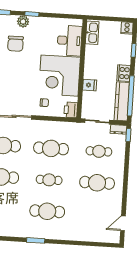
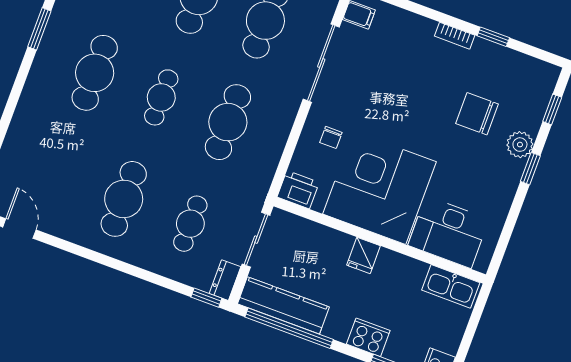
cooker: (124, 73) -> (368, 337), moved
fridge: (90, 85) -> (364, 255), moved

